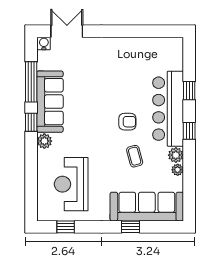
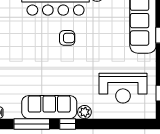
armchair: (127, 122) -> (67, 38), turned 90
coffee table: (135, 156) -> (98, 31), removed

